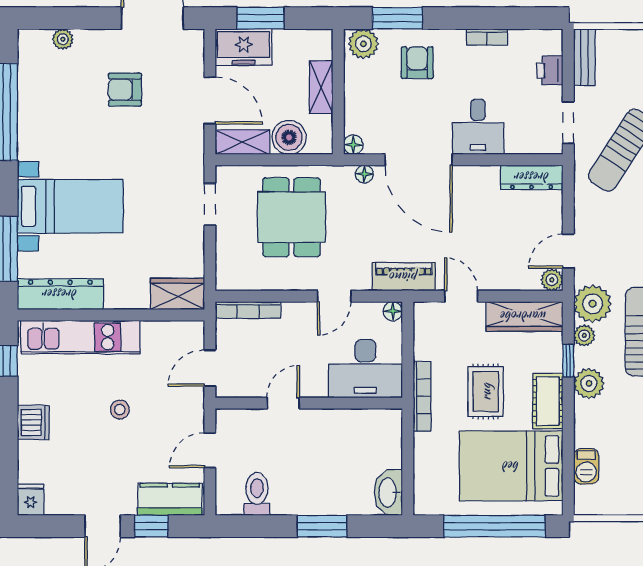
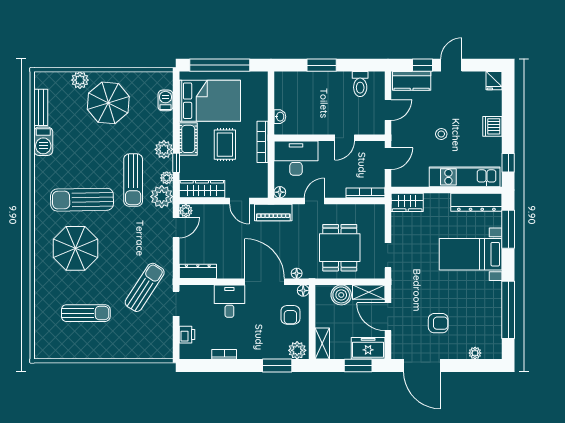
bench: (584, 57) -> (167, 342), removed
armchair: (417, 63) -> (290, 315), moved
shelving: (321, 87) -> (322, 344), moved
washbasin: (388, 493) -> (280, 117), moved, width x0.52, depth x0.69

